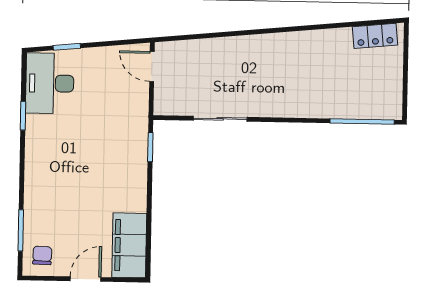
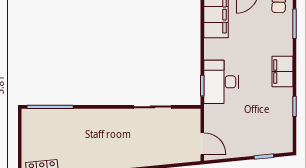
desk: (50, 83) -> (221, 82), moved, turned 180
filing cabinet: (39, 164) -> (283, 71), added

